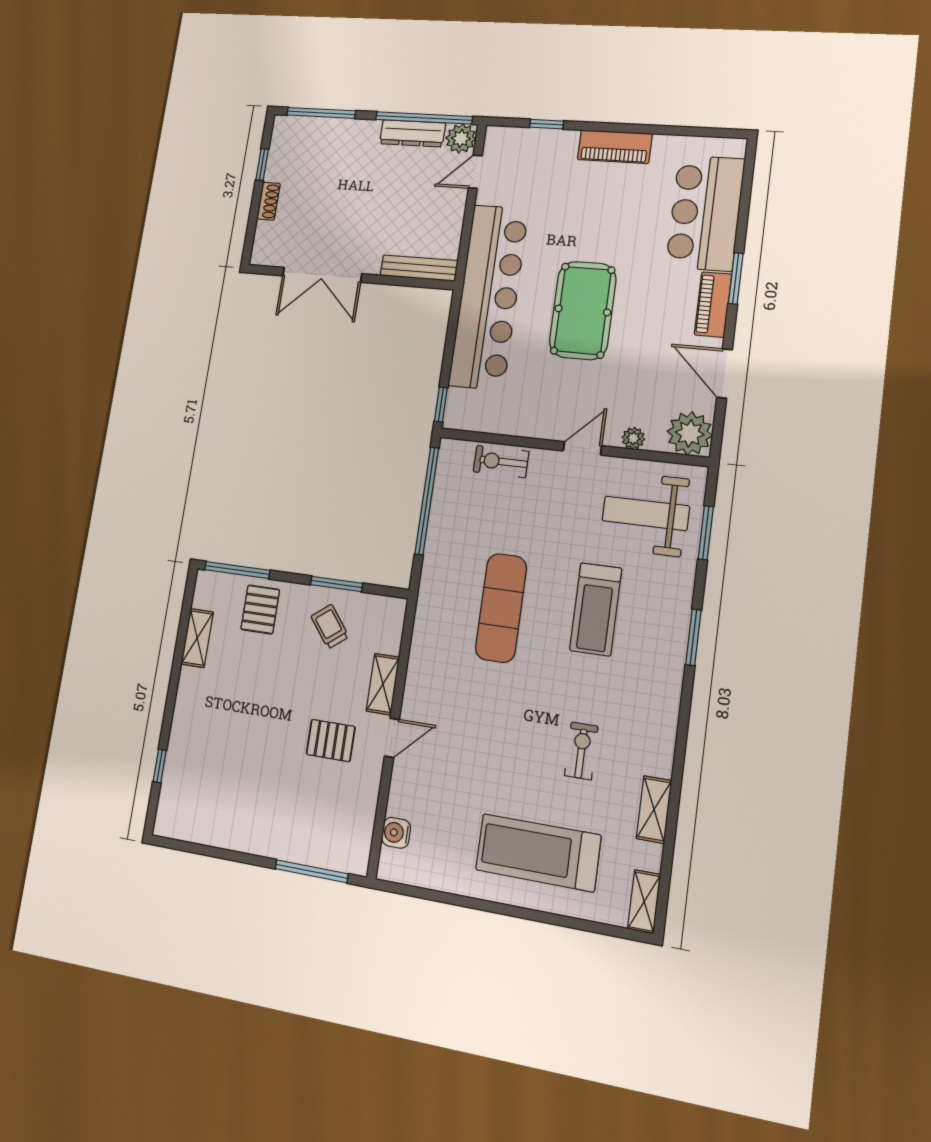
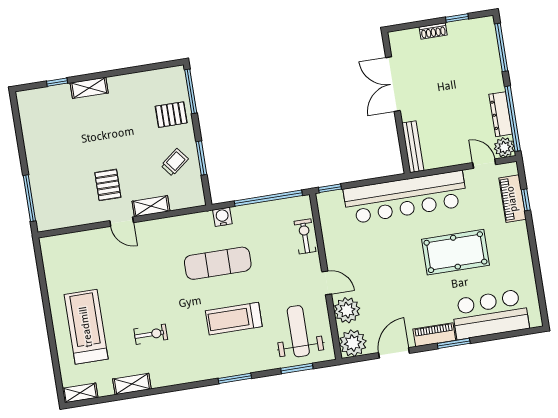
piano: (615, 147) -> (512, 199), moved
pool table: (583, 310) -> (455, 252), moved
plant: (633, 438) -> (347, 310), width x1.87, depth x1.87
shelving: (197, 638) -> (89, 88), moved
water cooler: (396, 833) -> (222, 217), moved

